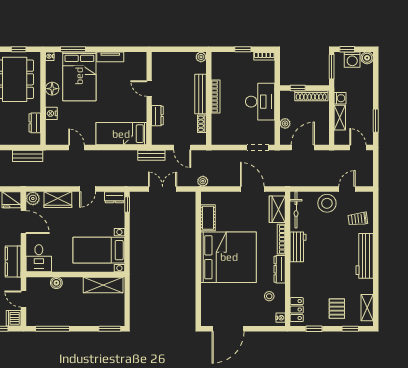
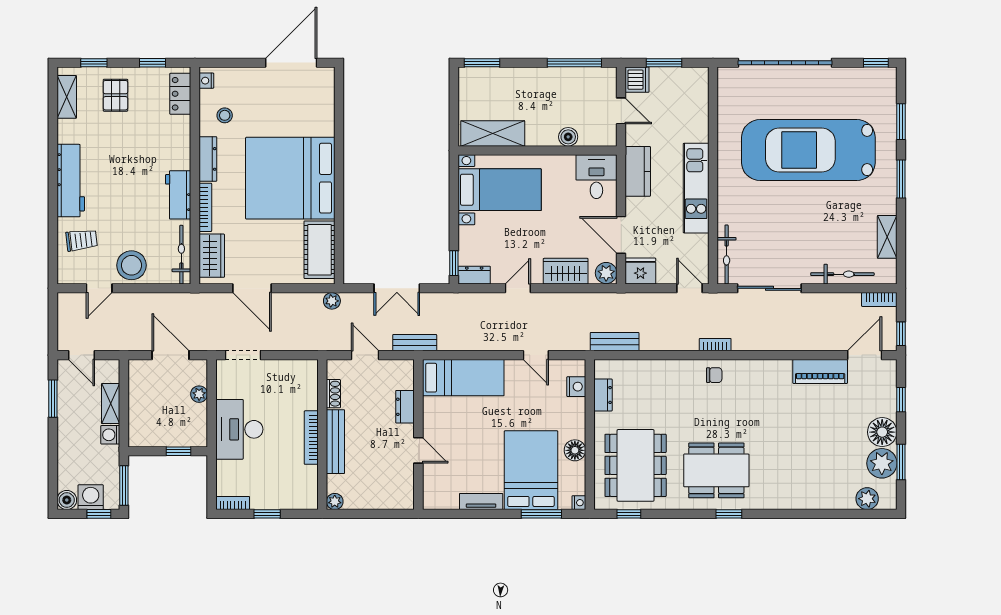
shoe rack: (311, 96) -> (157, 439), removed
nightstand: (51, 113) -> (576, 387), moved
door: (303, 148) -> (171, 355), swing flipped
cot: (208, 218) -> (319, 250), width x1.37, depth x1.34

